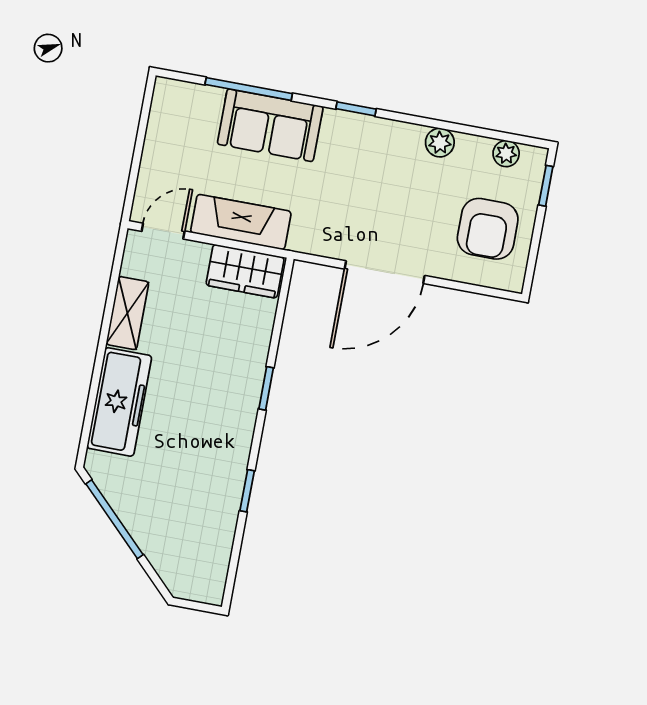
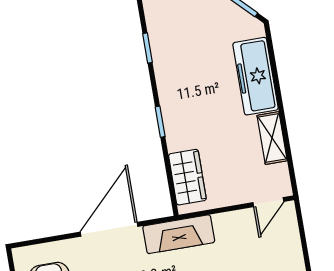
fireplace: (241, 222) -> (179, 234), moved
wardrobe: (245, 271) -> (187, 177), moved, turned 90

